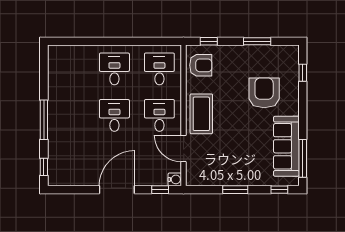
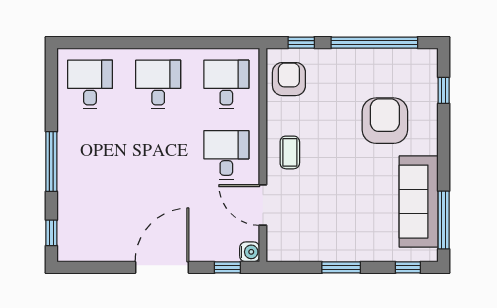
window: (257, 41) -> (374, 43), width x2.11
armchair: (201, 65) -> (289, 79), turned -90
coffee table: (201, 114) -> (290, 152), width x0.54, depth x0.58
desk: (114, 115) -> (90, 84), moved

